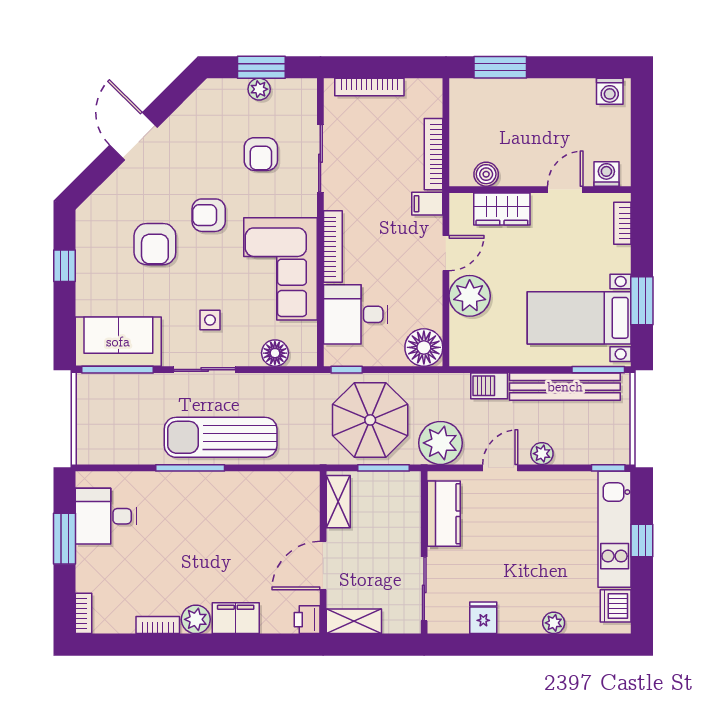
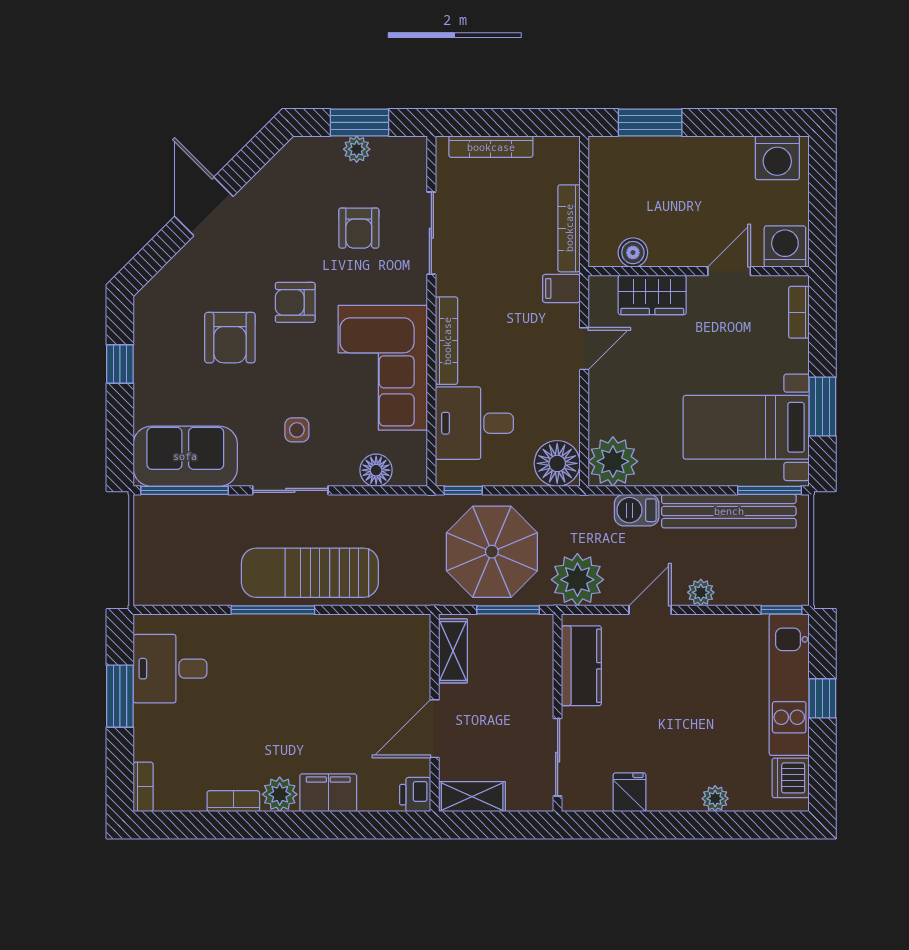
washing machine: (610, 91) -> (777, 158), width x1.38, depth x1.38
washing machine: (606, 174) -> (785, 247), width x1.38, depth x1.38
plant: (470, 296) -> (613, 461), moved

